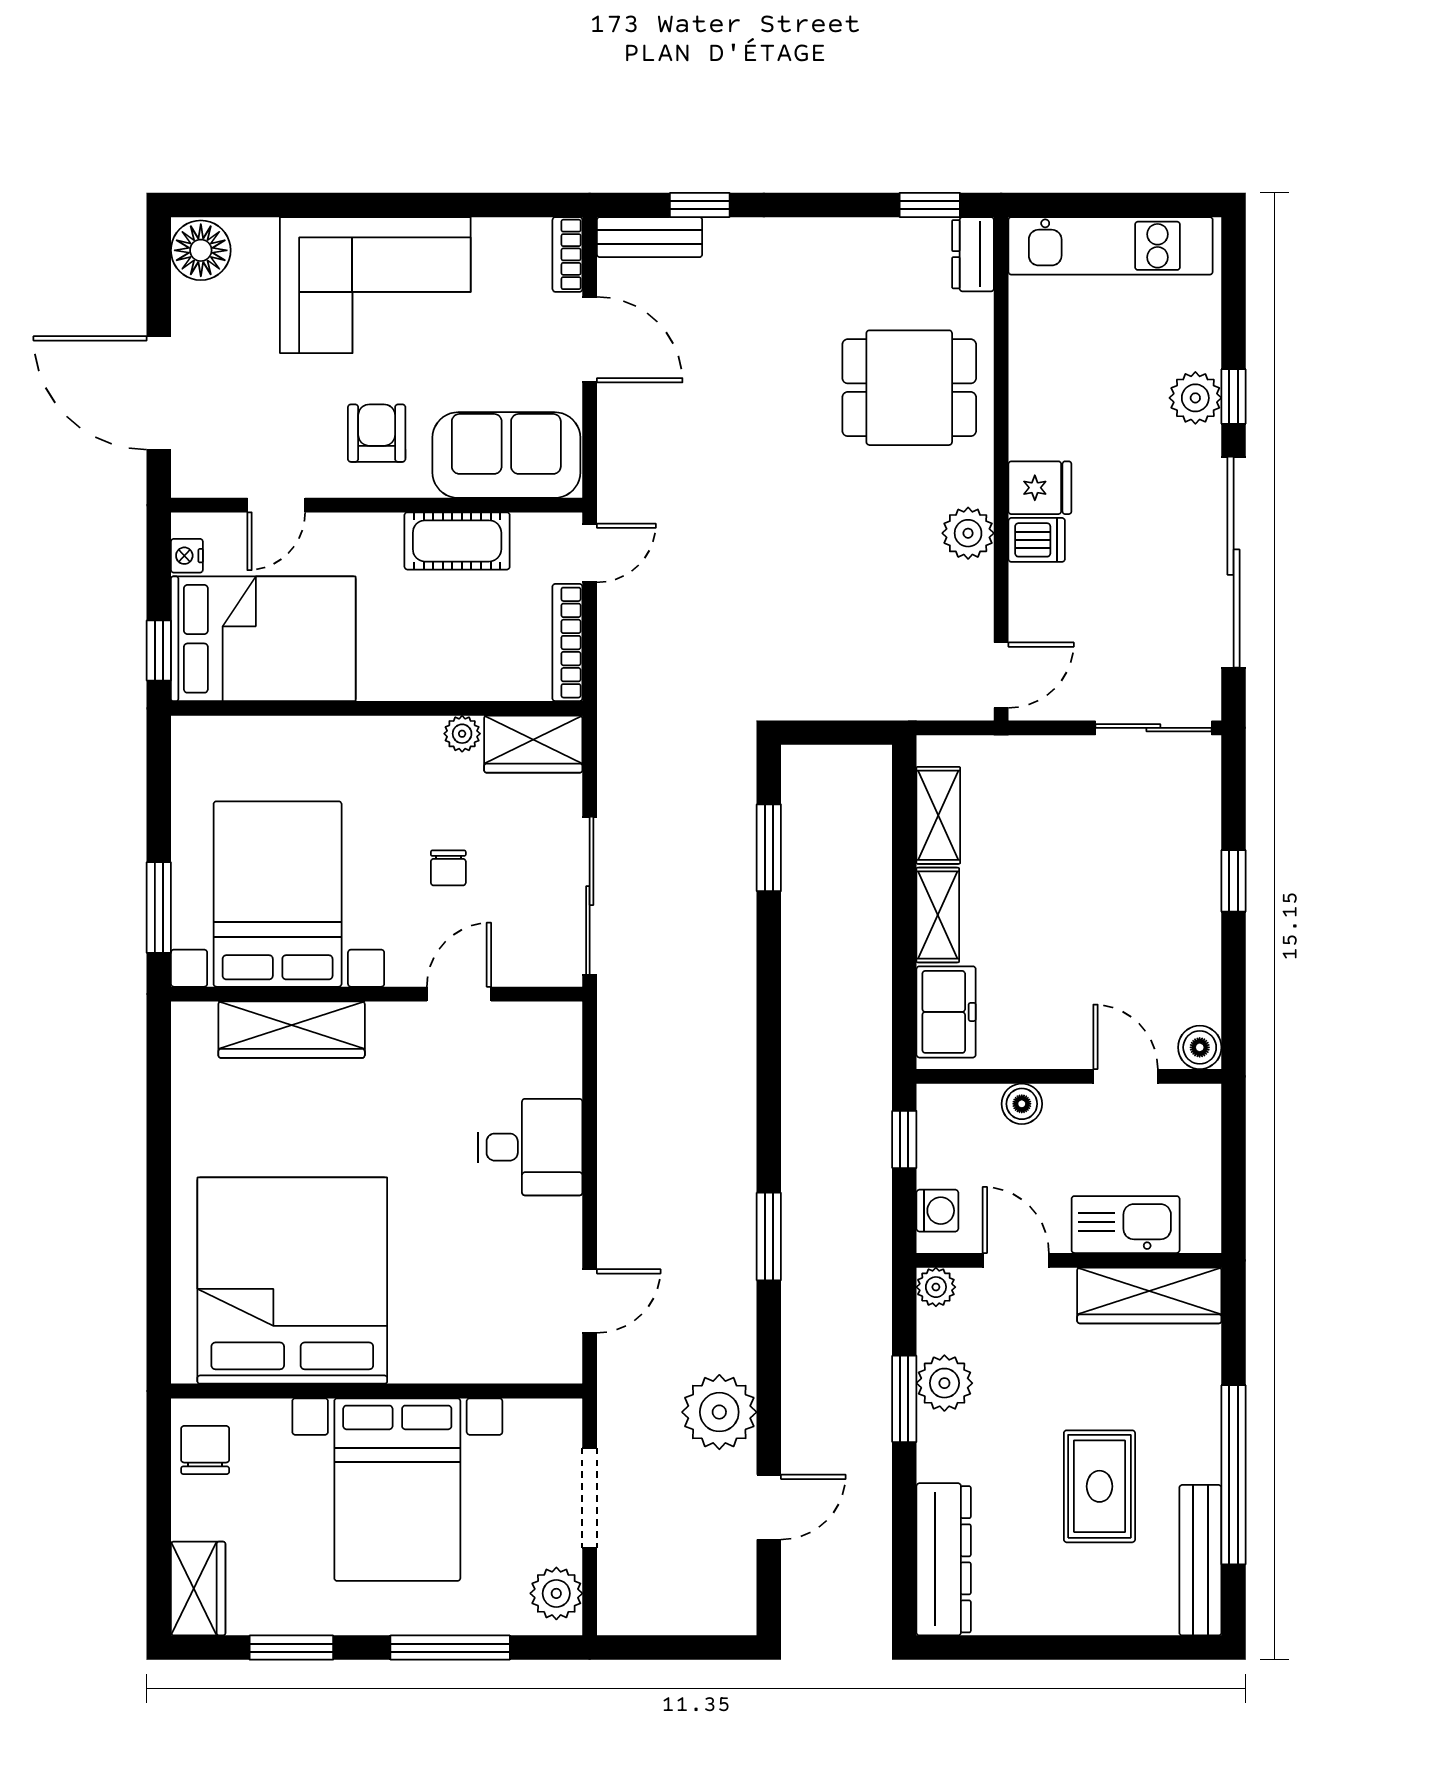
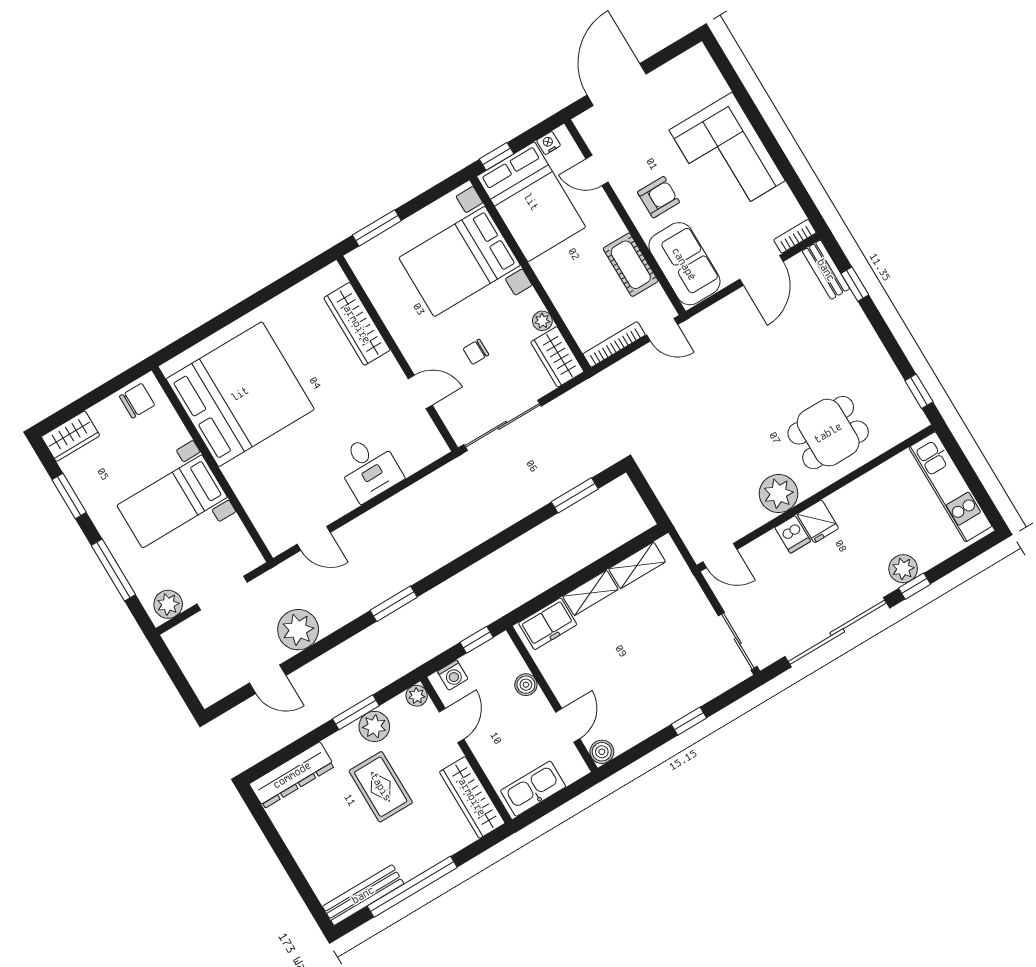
floor lamp: (201, 250) -> (695, 64), removed
dresser: (973, 254) -> (908, 425), removed
dining table: (909, 388) -> (828, 433), turned 90
plant: (968, 533) -> (778, 494), width x1.36, depth x1.36
bed with nightstands: (278, 894) -> (460, 261), moved, turned 180
kitchen sink: (1126, 1225) -> (533, 789), moved, turned -90
rug: (1099, 1486) -> (381, 787), moved, turned 90
bed with nightstands: (397, 1490) -> (172, 501), width x0.73

